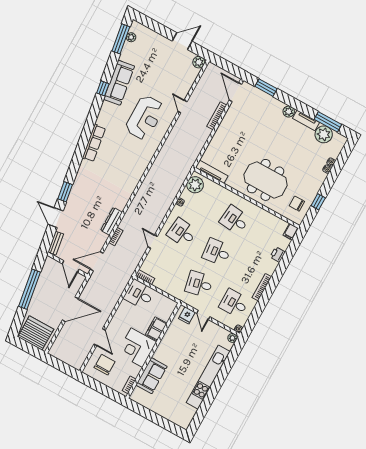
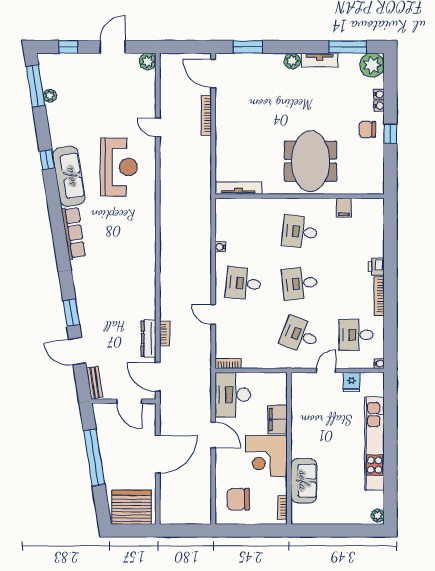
window: (155, 26) -> (68, 47), added
plant: (131, 37) -> (50, 96), moved
sofa: (119, 83) -> (69, 176), moved
plant: (324, 134) -> (372, 65), moved
meeting table: (266, 180) -> (311, 161), turned 90
plant: (195, 185) -> (227, 215), removed
window: (318, 202) -> (390, 134), moved
chair: (297, 204) -> (367, 129), moved
dresser: (111, 221) -> (149, 339), moved
filing cabinet: (291, 232) -> (344, 208), moved
printer: (278, 254) -> (376, 267), moved
door: (97, 261) -> (158, 377), hinge flipped
desk: (199, 284) -> (300, 335), turned 33
desk: (139, 294) -> (233, 395), width x1.37
fridge: (187, 315) -> (351, 382), moved
door: (203, 315) -> (326, 370), swing flipped
door: (100, 337) -> (213, 435), moved
plant: (232, 338) -> (378, 516), moved
chair: (105, 365) -> (238, 499), turned -90

